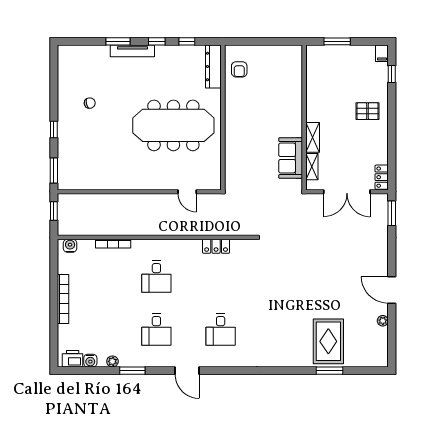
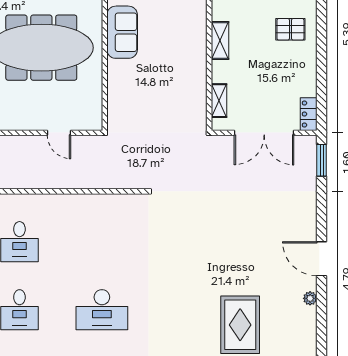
shelving: (313, 137) -> (220, 41), moved
sofa: (291, 158) -> (122, 32), moved, turned 180
locker: (216, 246) -> (96, 203), removed
desk: (221, 330) -> (102, 310), width x1.37

